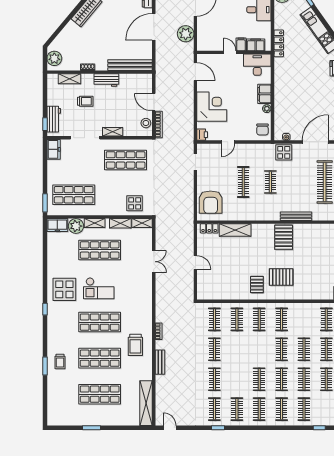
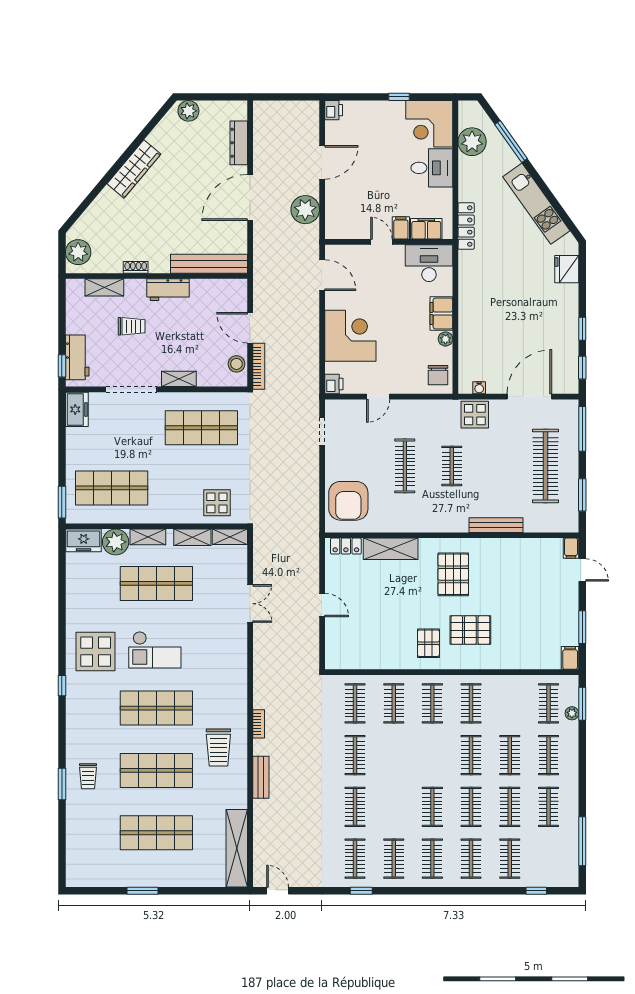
pallet: (284, 237) -> (453, 574), moved

